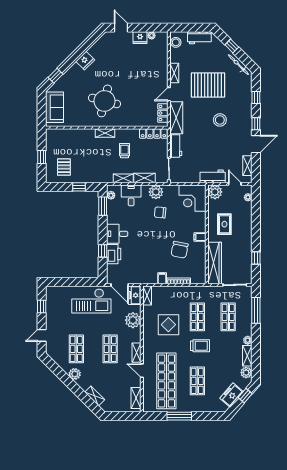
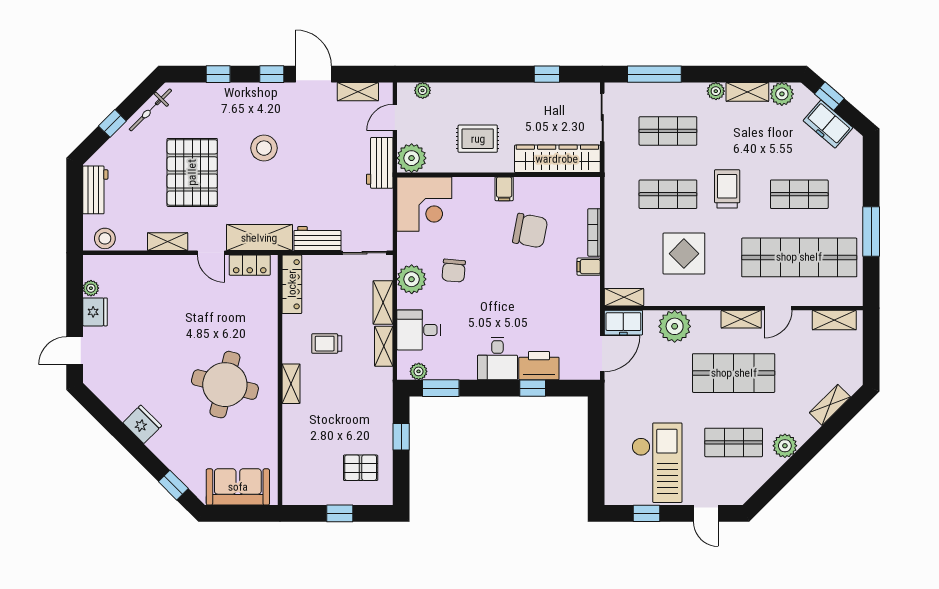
checkout: (91, 301) -> (657, 463), moved
shop shelf: (110, 349) -> (734, 373), width x1.43, depth x1.36

